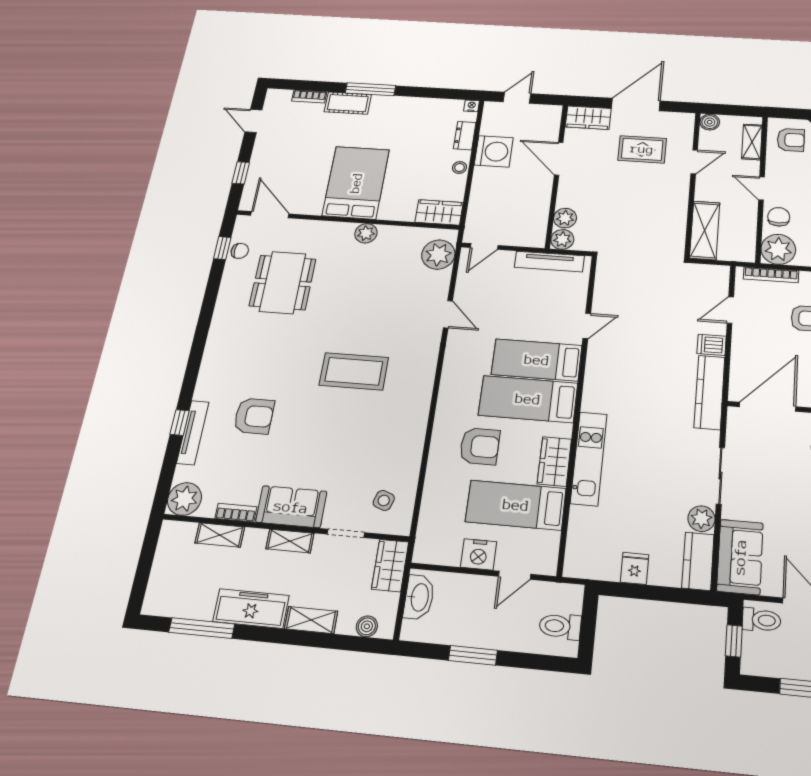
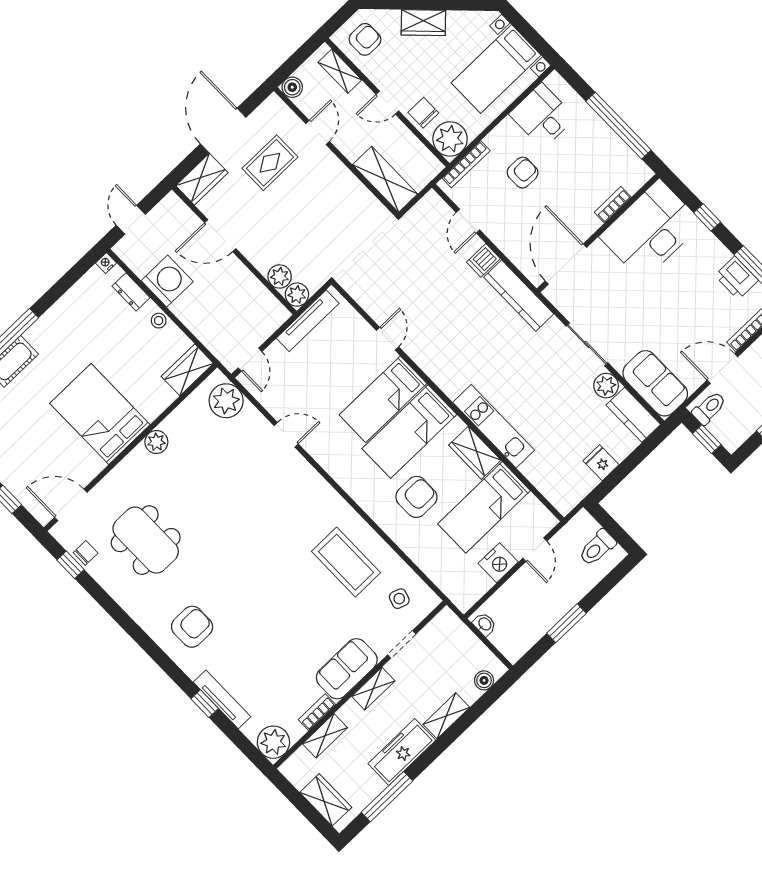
coffee table: (354, 371) -> (346, 562), moved, turned 90
armchair: (254, 416) -> (192, 627), moved
wardrobe: (390, 566) -> (326, 800), moved, turned 180
washbasin: (419, 597) -> (485, 624), width x0.52, depth x0.69

